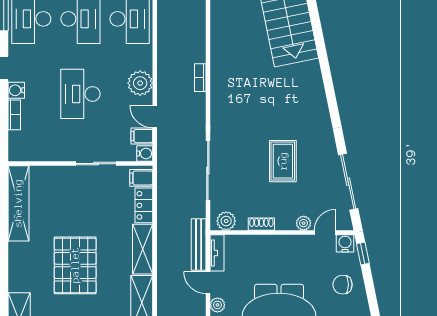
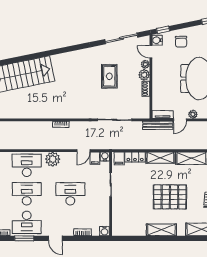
plant: (140, 83) -> (53, 159), moved
water cooler: (16, 90) -> (105, 231), moved
desk: (80, 94) -> (70, 194), turned 180
rug: (283, 161) -> (109, 76), turned 90
shelving: (18, 203) -> (161, 230), moved, width x0.68
plant: (226, 221) -> (144, 75), moved

